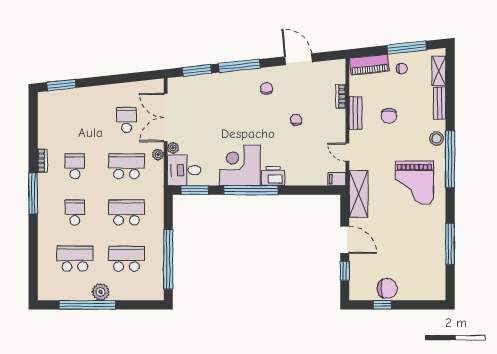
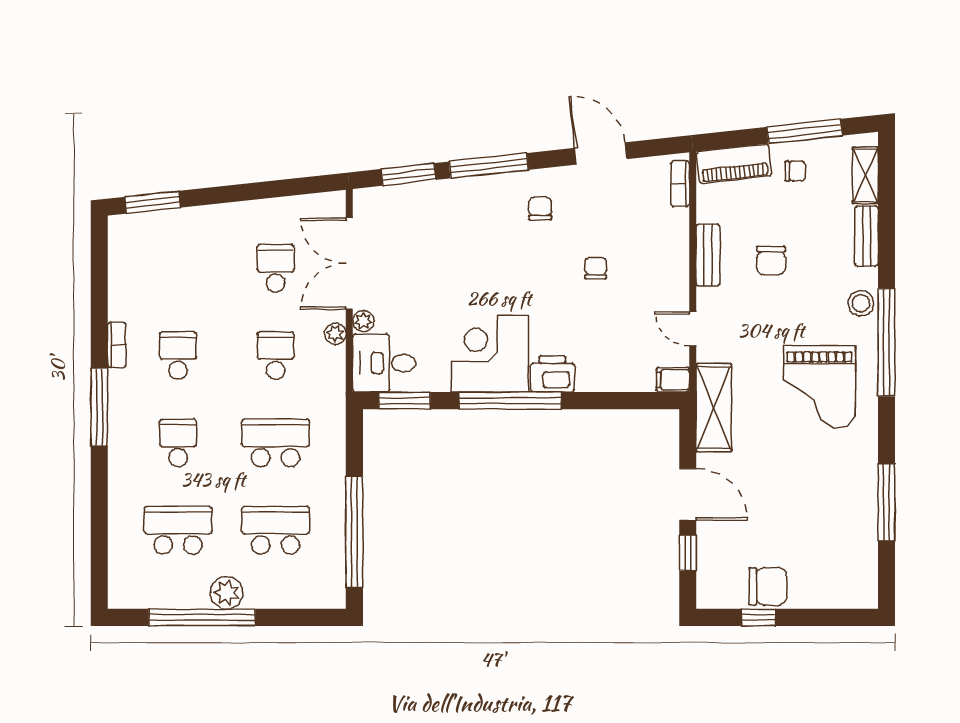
bookcase: (341, 96) -> (680, 184), moved
school desk: (127, 166) -> (276, 356), width x0.54

